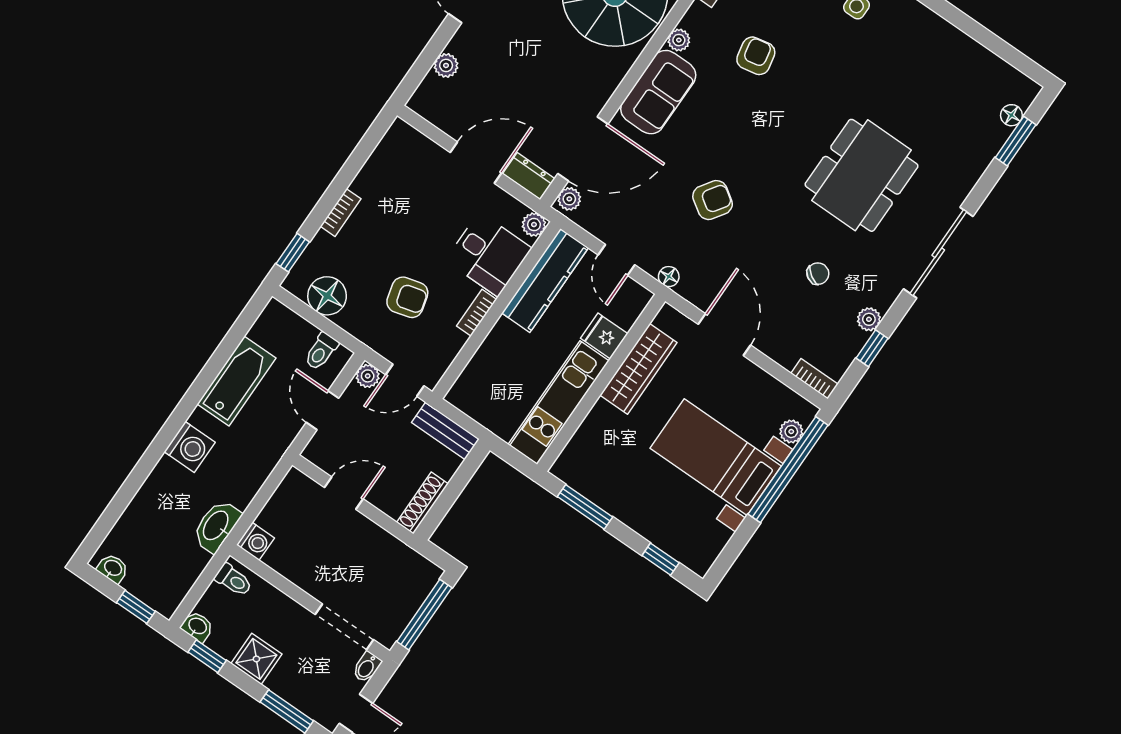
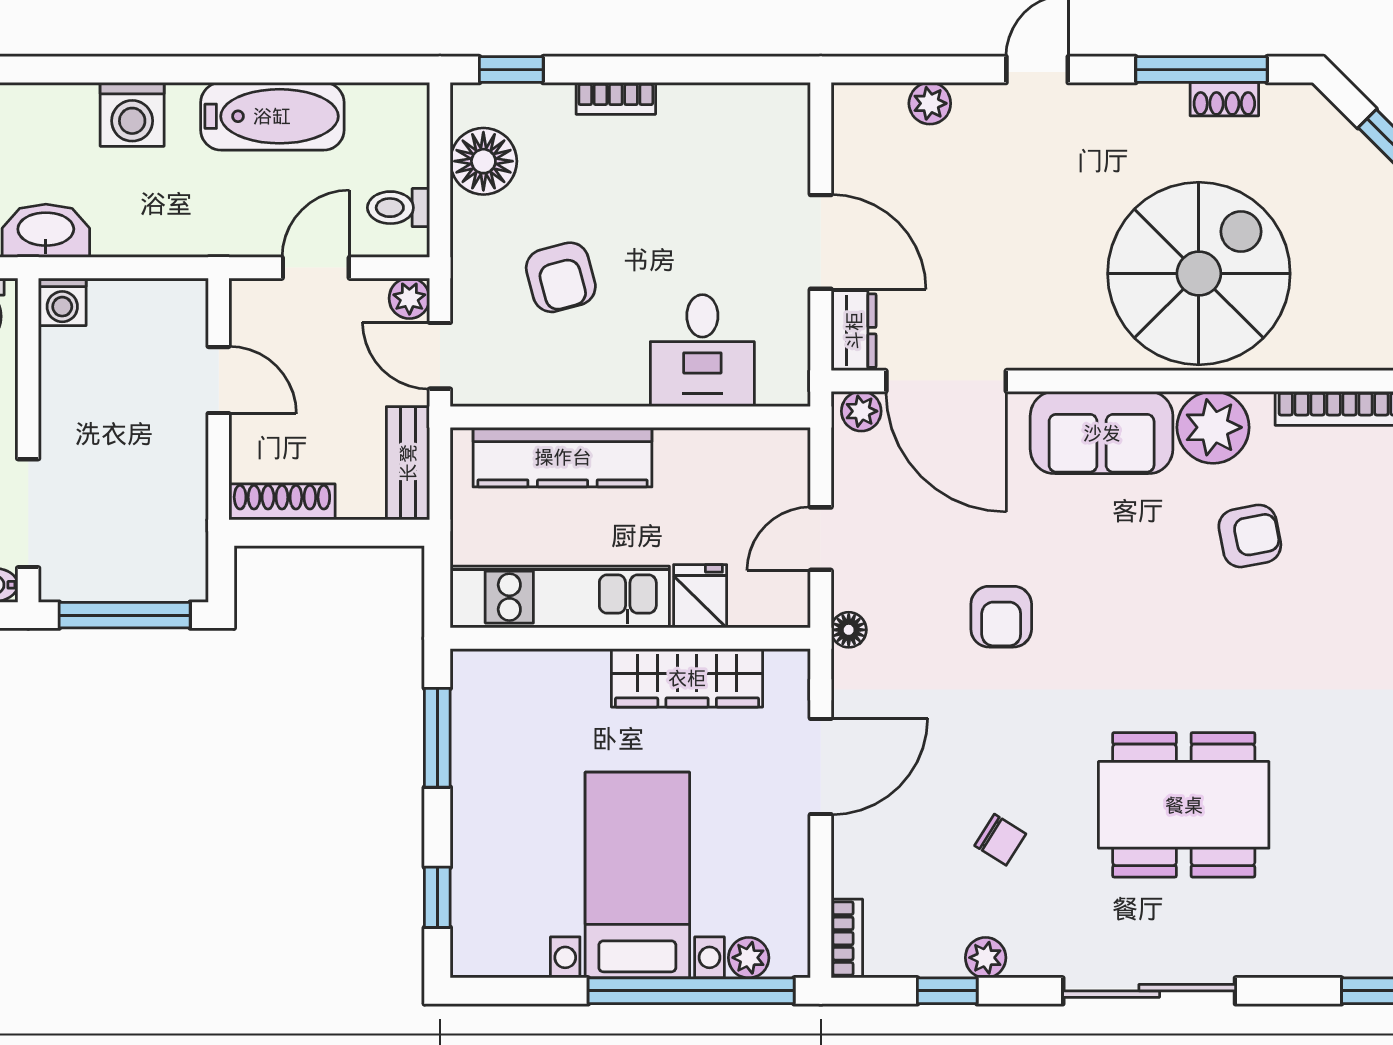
plant: (679, 40) -> (1213, 427), width x1.88, depth x1.88
armchair: (713, 200) -> (1001, 617), turned 56
plant: (534, 225) -> (790, 386), removed
kitchen counter: (545, 280) -> (563, 457), moved
bookcase: (477, 313) -> (607, 391), removed

